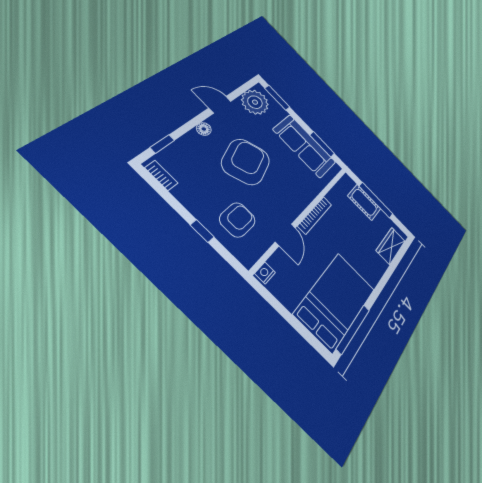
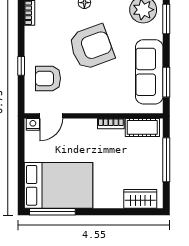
cot: (364, 202) -> (142, 127), moved, turned 90
bookcase: (315, 215) -> (111, 124), width x0.64
armchair: (237, 220) -> (48, 78), turned 180
door: (285, 235) -> (51, 116), moved

